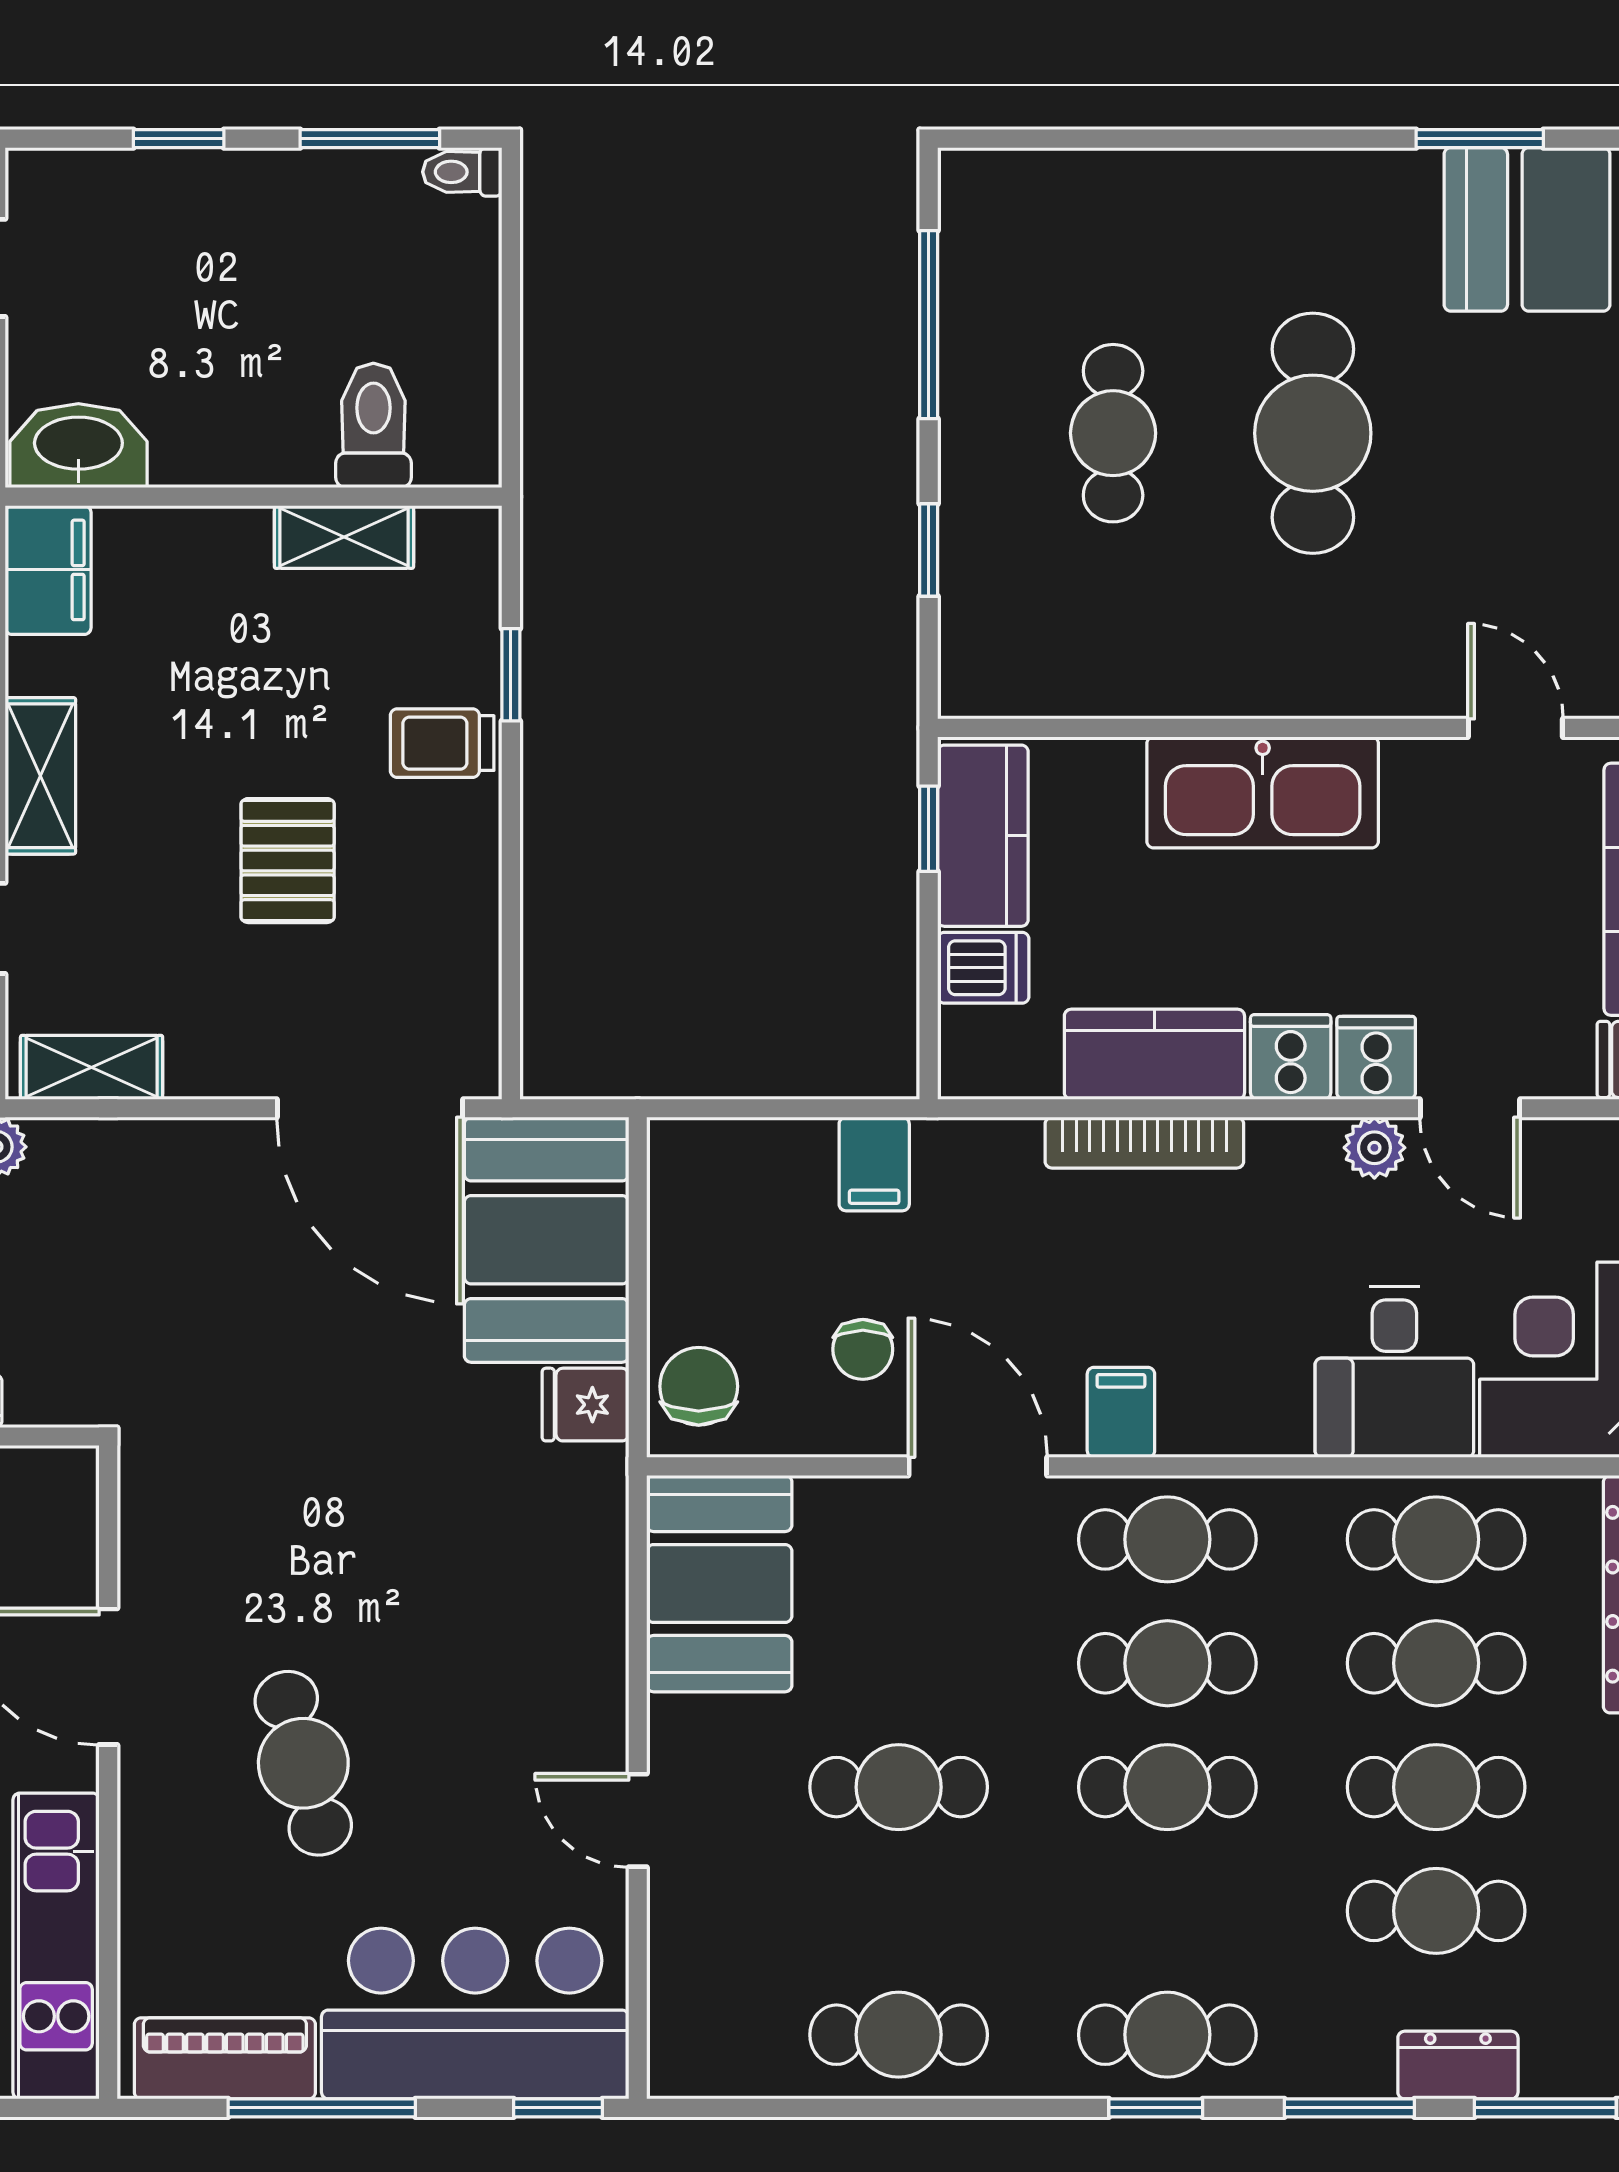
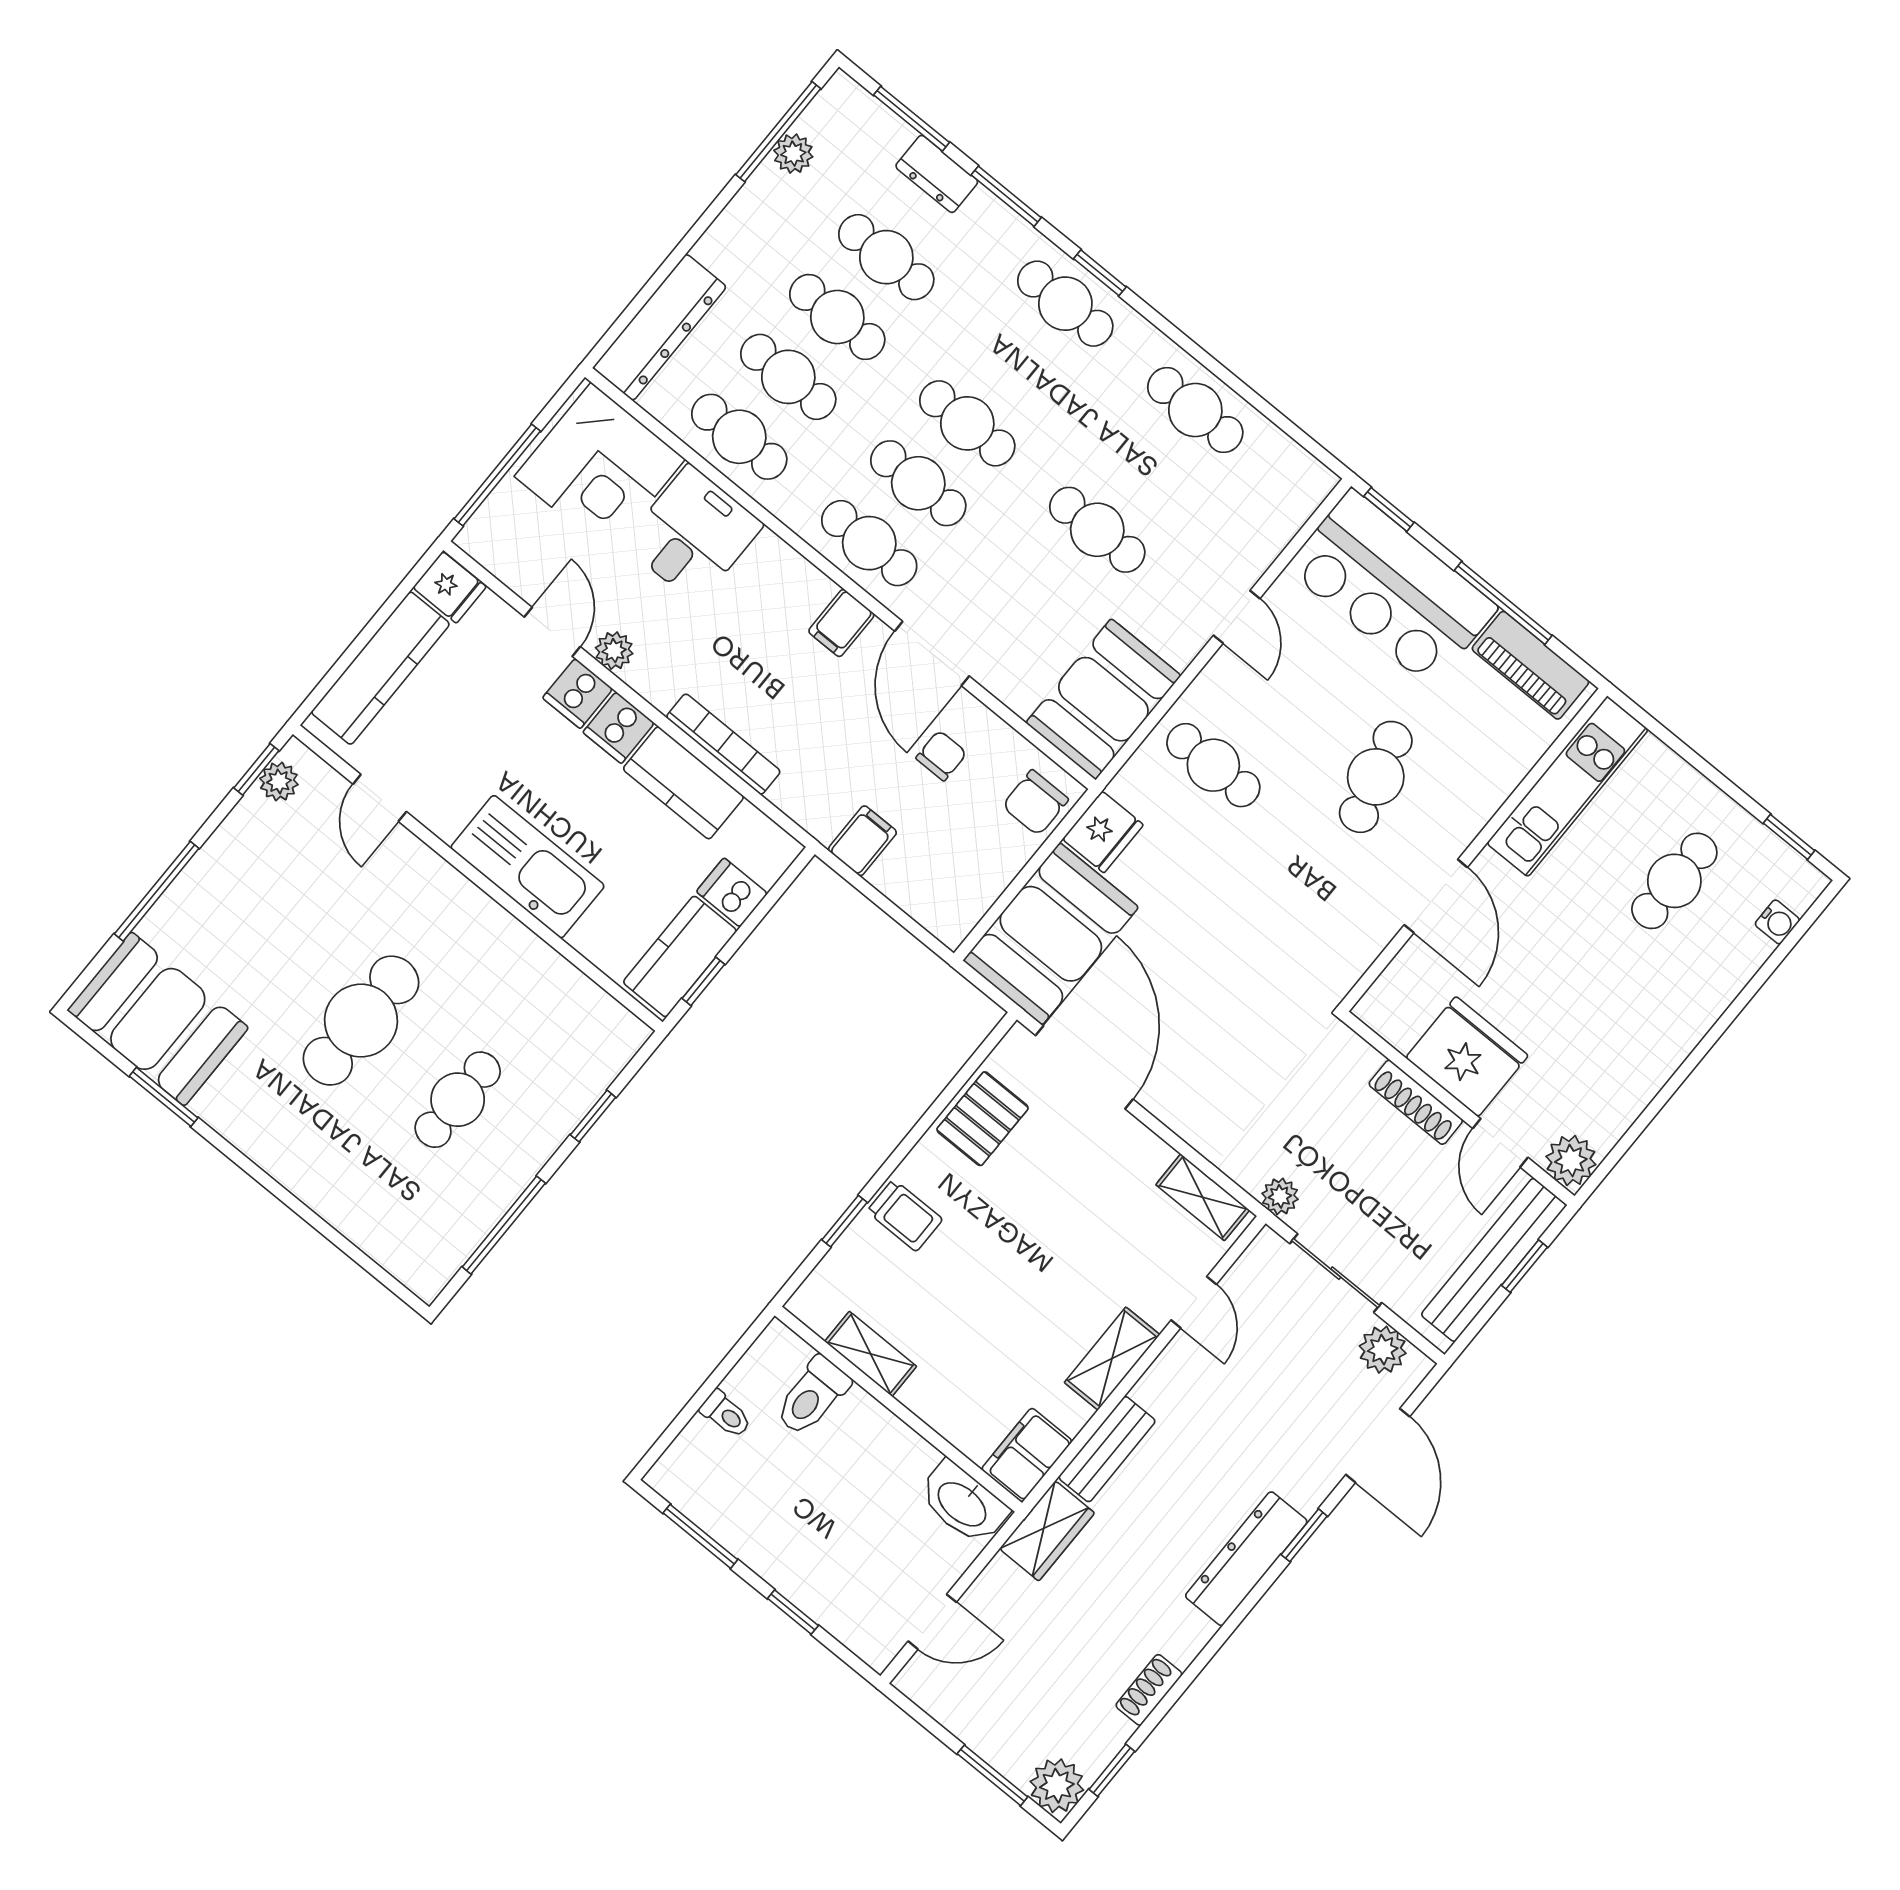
toilet: (462, 172) -> (726, 1414), moved
pallet: (288, 861) -> (983, 1119), moved
fridge: (585, 1405) -> (1103, 832), width x1.38
cafe table: (516, 1613) -> (1213, 765), added

